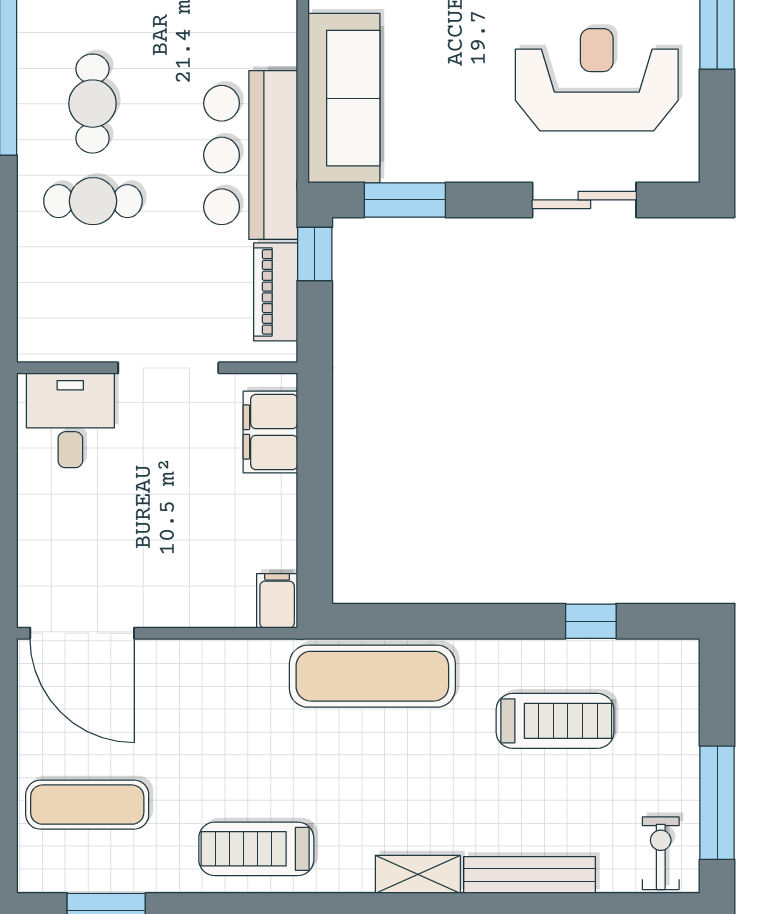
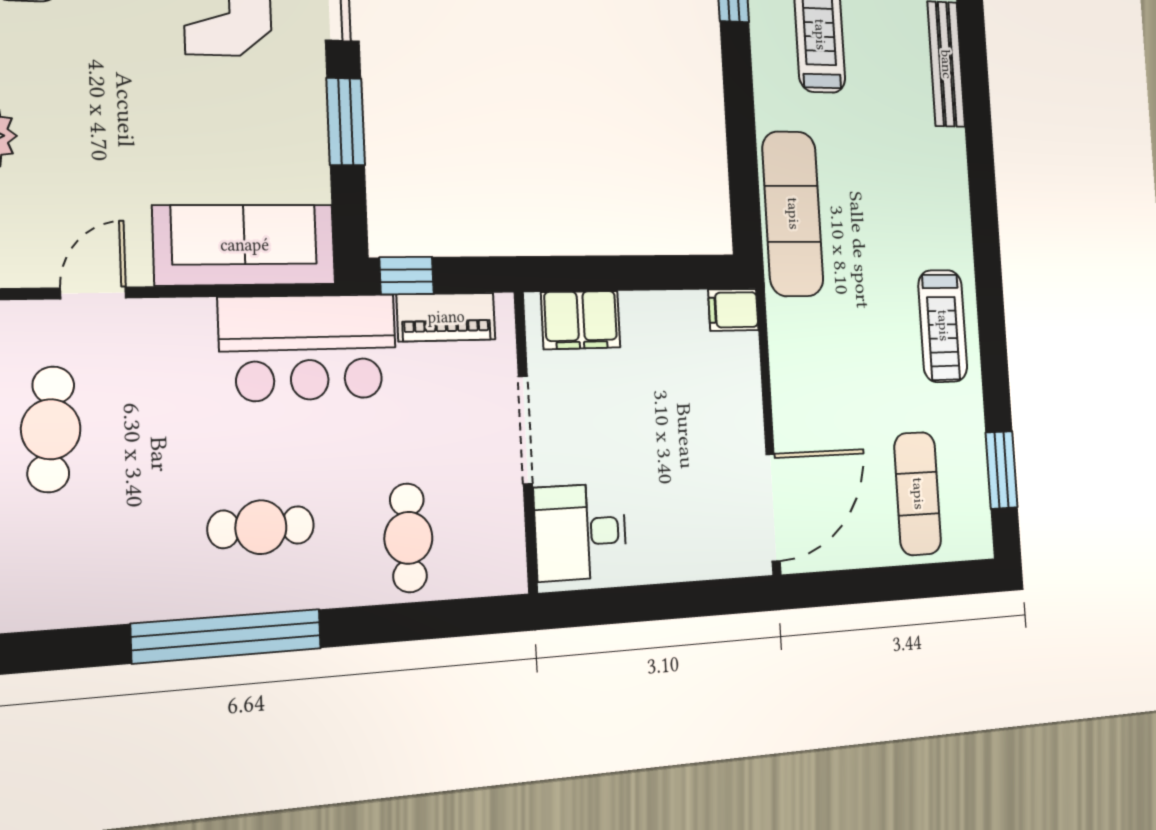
window: (405, 200) -> (346, 122), moved
cafe table: (93, 201) -> (408, 538), moved
shelving: (418, 874) -> (953, 170), removed

